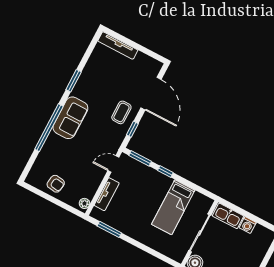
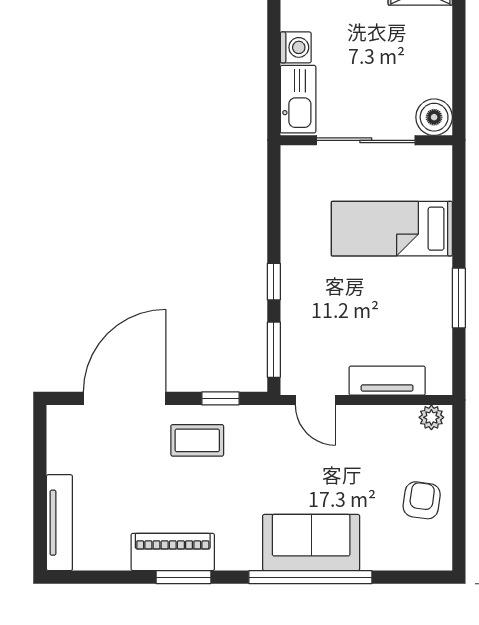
piano: (85, 82) -> (173, 552), added
sofa: (70, 118) -> (311, 543), moved
bed: (173, 207) -> (392, 229), moved, turned 180
window: (109, 229) -> (459, 298), moved

